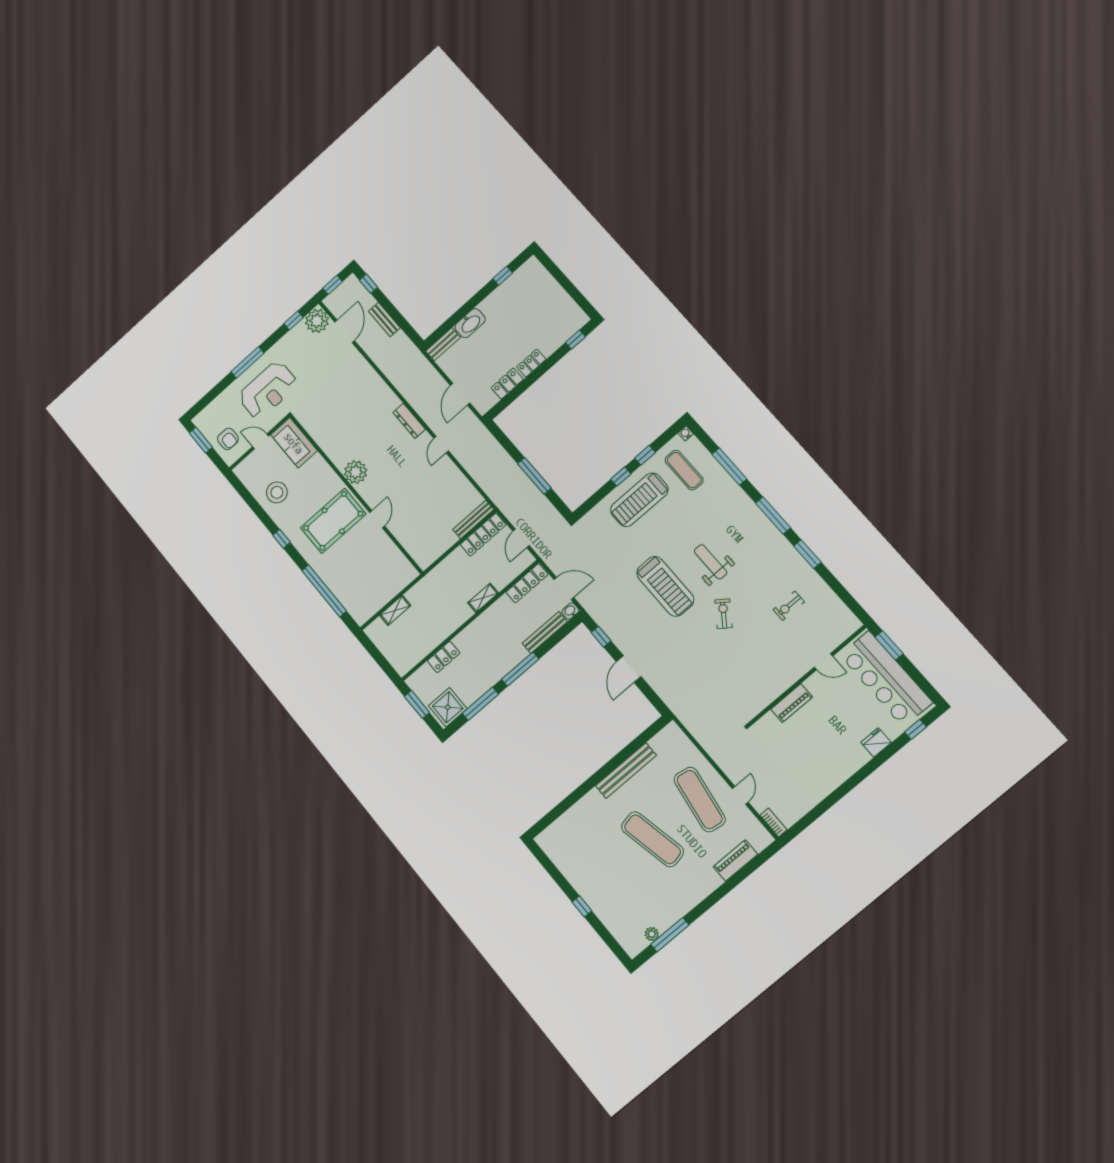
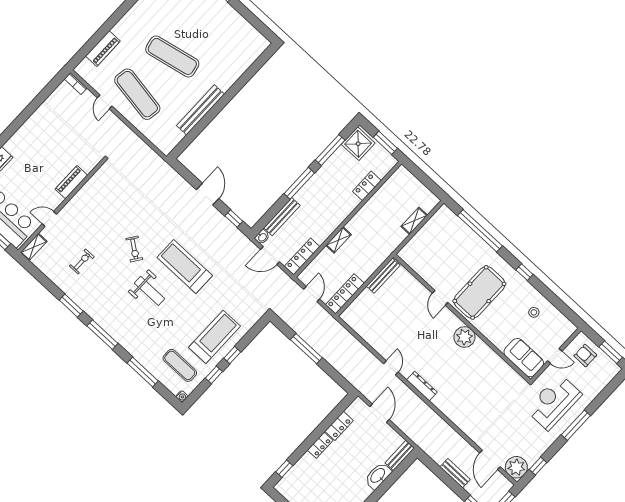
stool: (277, 492) -> (534, 312), width x0.53, depth x0.53
bench: (473, 519) -> (383, 276), moved
shelving: (846, 630) -> (34, 247), added

